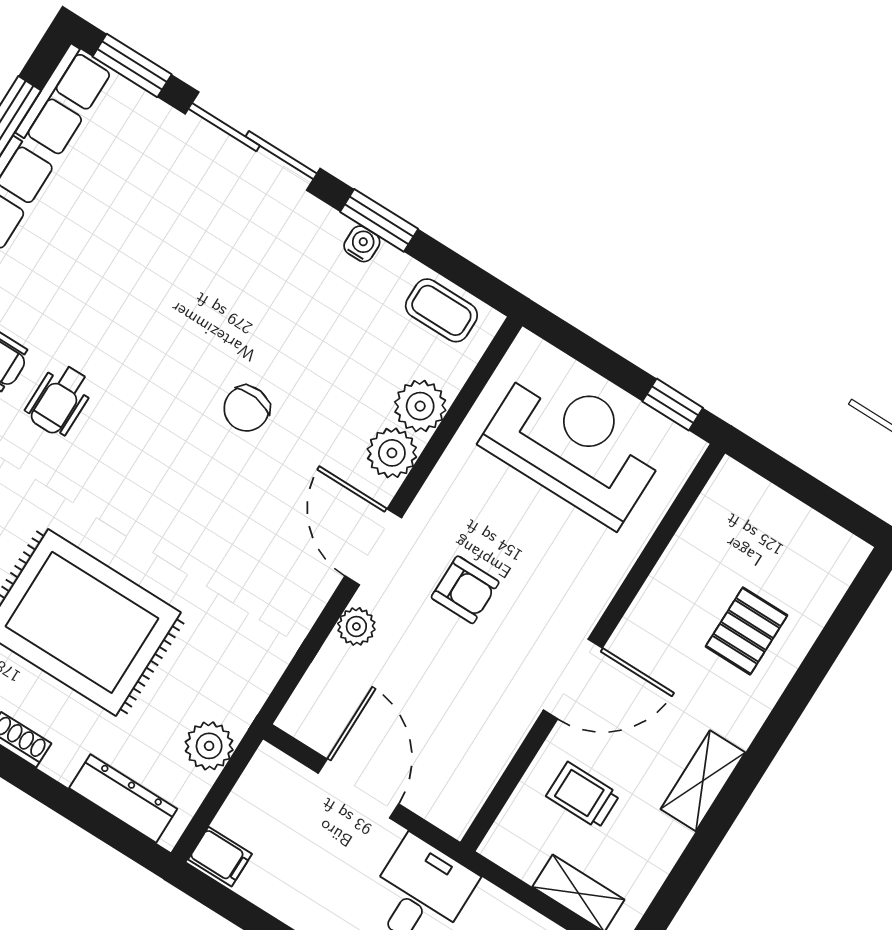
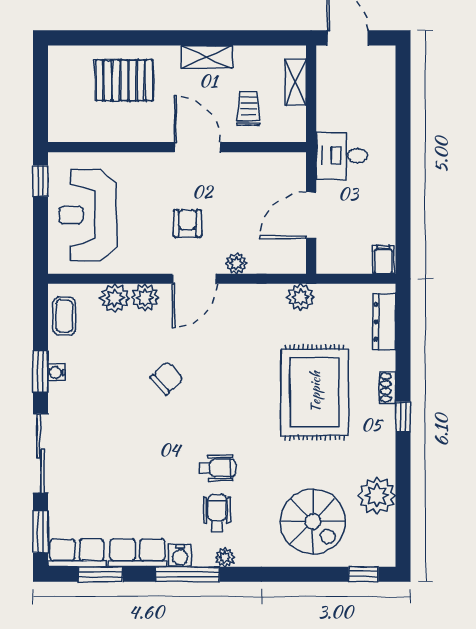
chair: (247, 409) -> (167, 378), turned -50
pallet: (747, 631) -> (124, 80), width x1.50, depth x1.42
plant: (209, 746) -> (301, 297), moved
trolley: (583, 795) -> (249, 108), turned 180

